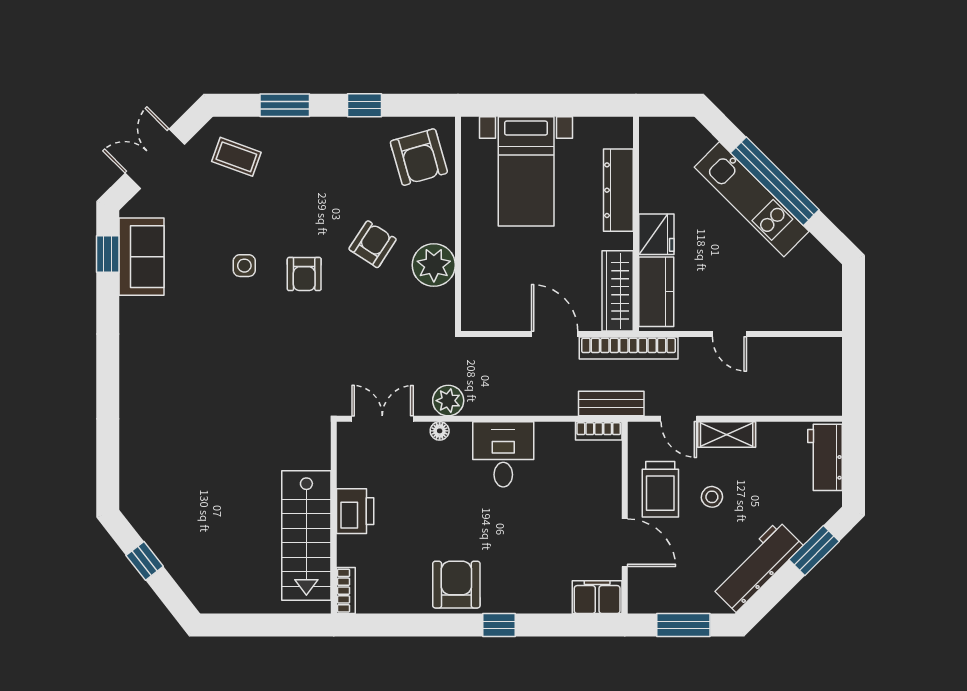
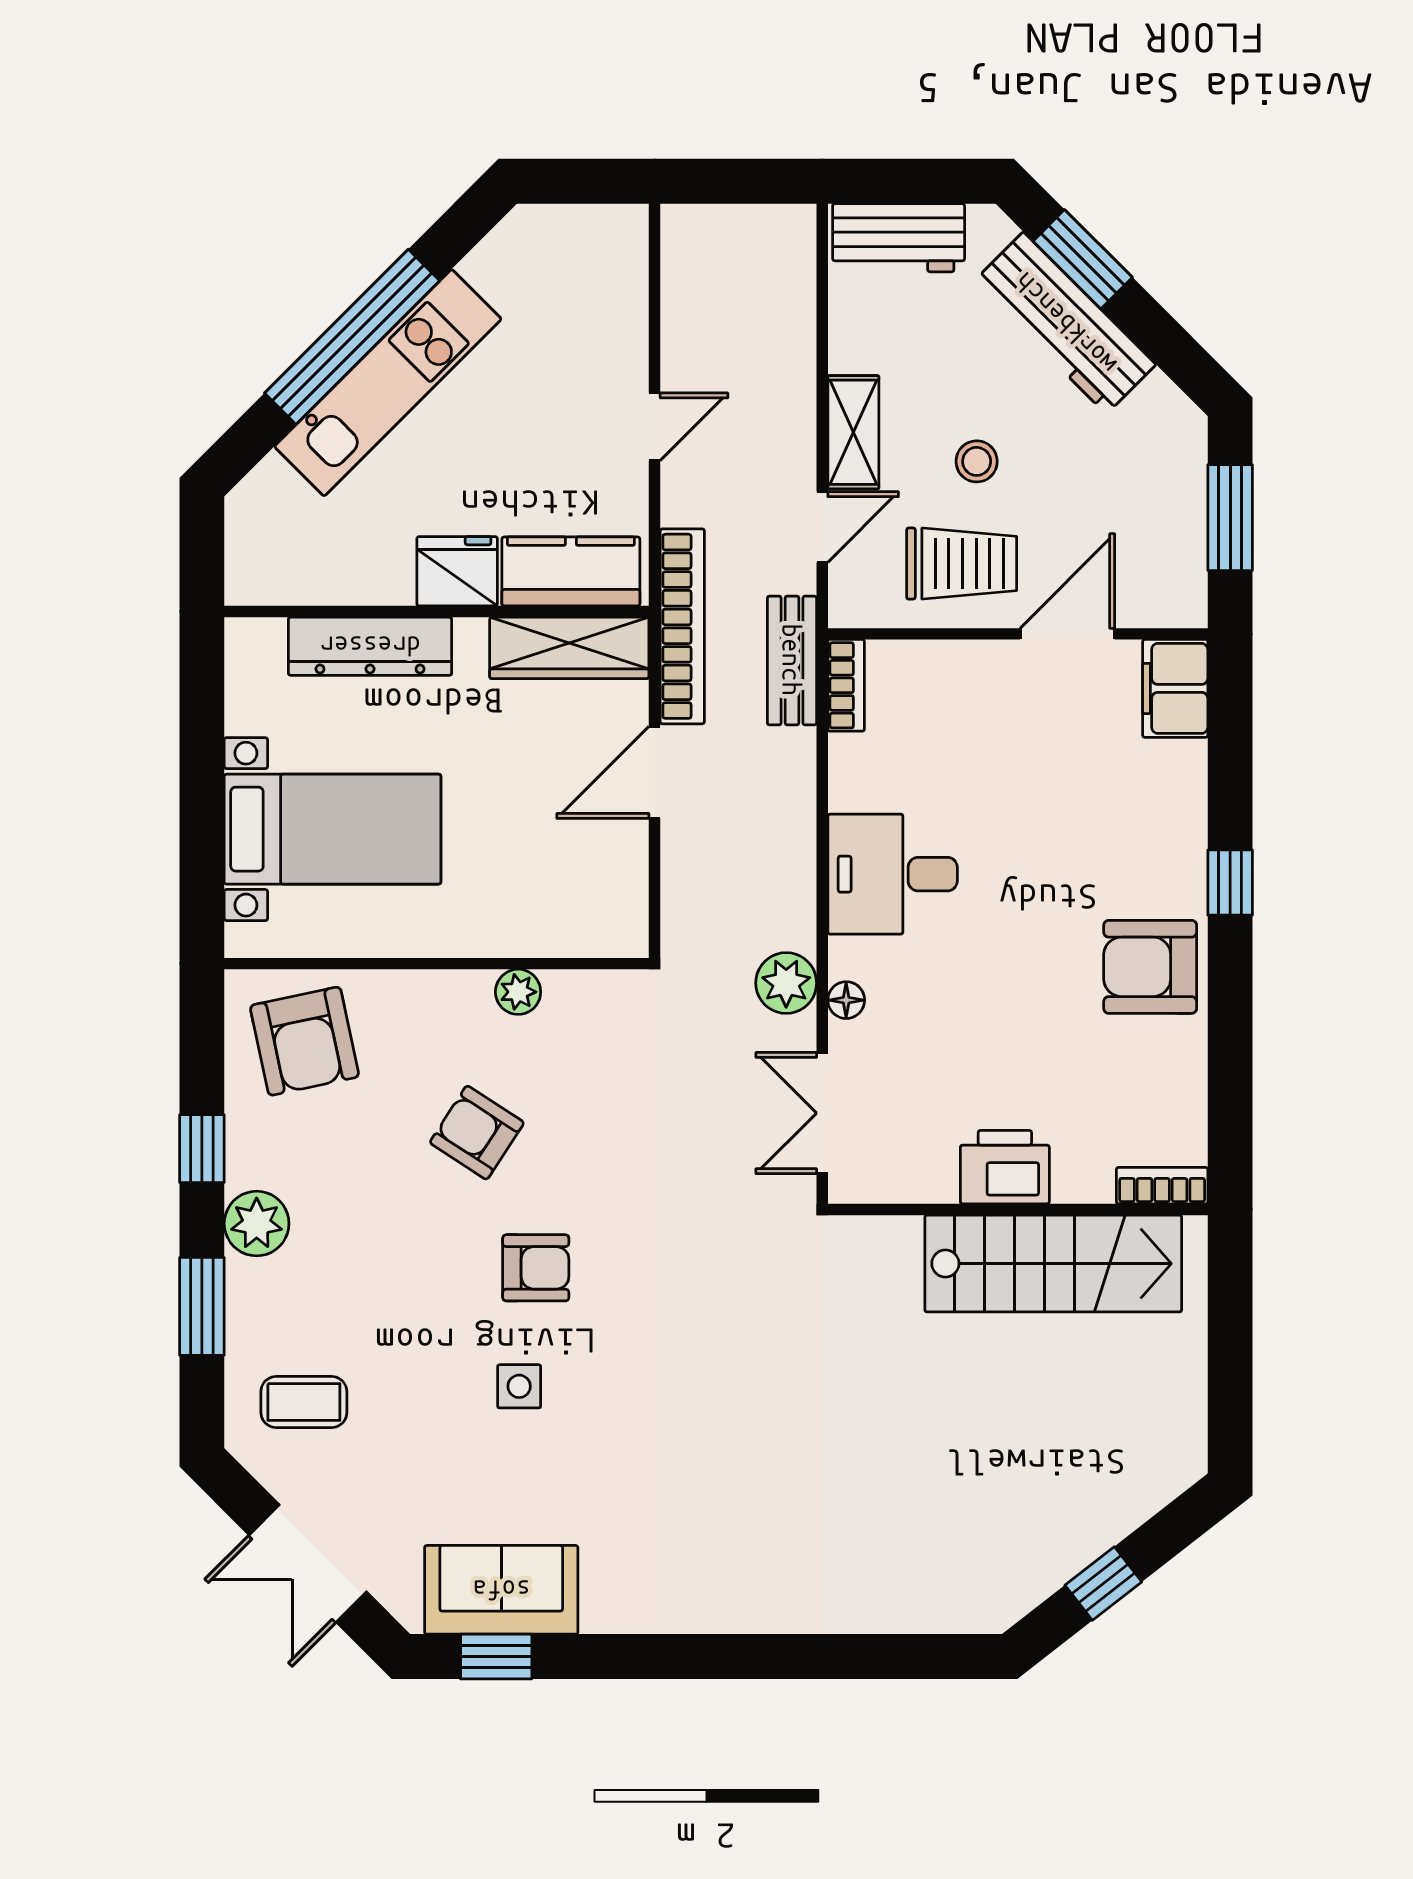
plant: (327, 133) -> (257, 1224), added
coffee table: (236, 157) -> (304, 1402), turned 70
armchair: (419, 157) -> (305, 1041), turned 94
plant: (434, 265) -> (518, 992), width x0.53, depth x0.53
workbench: (757, 566) -> (1065, 323), moved

